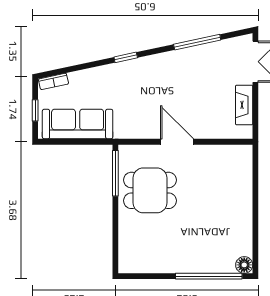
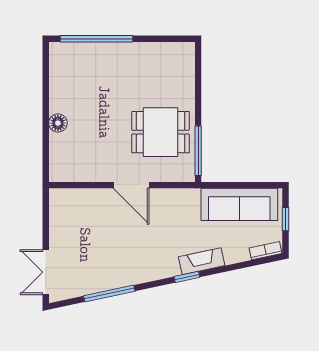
fireplace: (244, 105) -> (202, 261), moved, turned -102
floor lamp: (244, 265) -> (58, 123), moved

